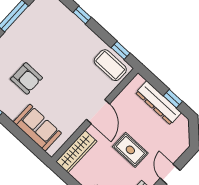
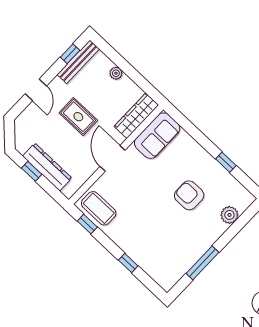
sofa: (37, 128) -> (157, 136), moved, turned -90

